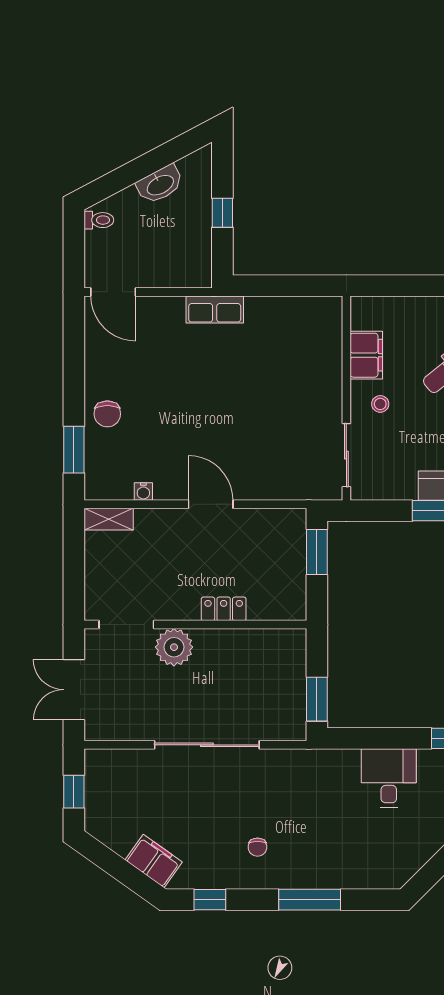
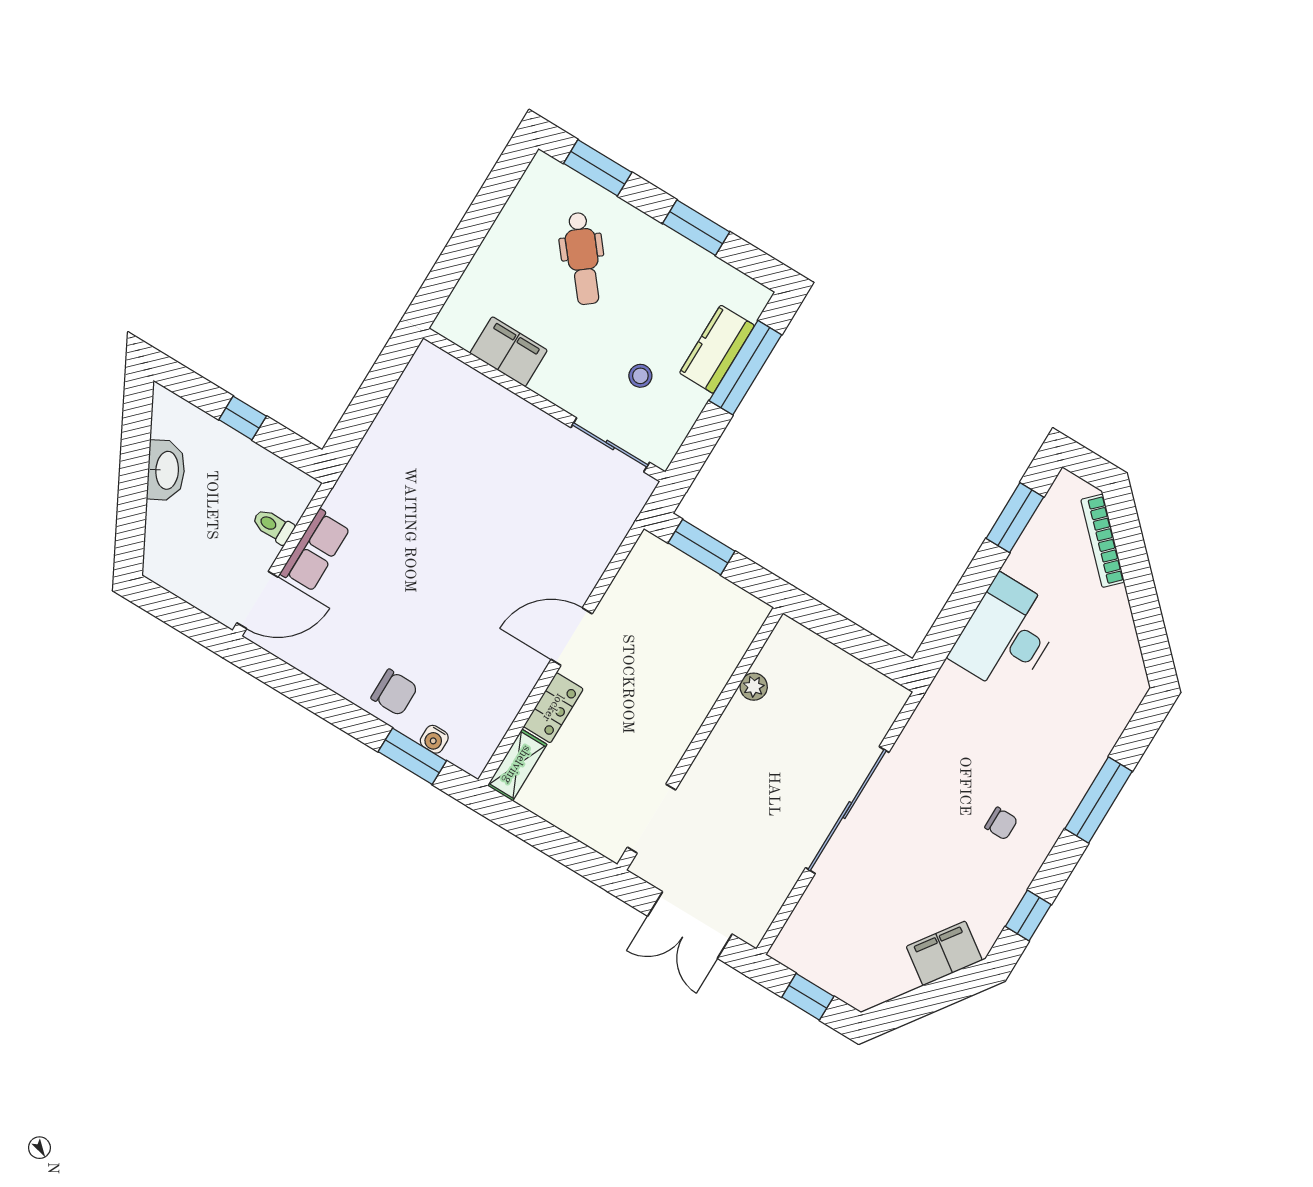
toilet: (99, 220) -> (273, 526), moved, turned -90
row of seats: (215, 309) -> (315, 551), moved
stool: (380, 404) -> (640, 376), moved
water cooler: (143, 492) -> (434, 739), moved, turned 90
locker: (224, 609) -> (553, 708), moved, turned 180
plant: (174, 647) -> (754, 687), moved, width x0.53, depth x0.53
window: (317, 699) -> (872, 651), removed
desk: (389, 778) -> (1007, 635), width x1.37

